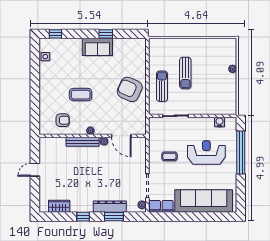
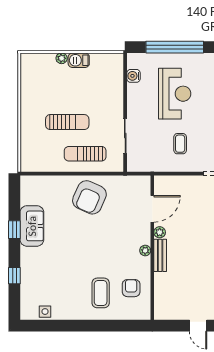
window: (55, 34) -> (14, 276), moved
sofa: (97, 47) -> (32, 226), moved
barbecue: (231, 81) -> (79, 60), added
coffee table: (81, 95) -> (101, 293), moved
bench: (82, 142) -> (160, 255), width x0.73
reception desk: (206, 152) -> (175, 94), turned 180

